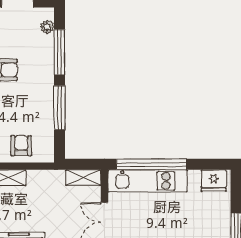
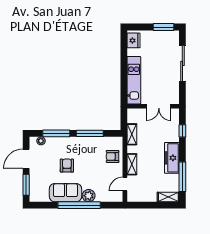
window: (151, 164) -> (124, 78), removed
shelving: (83, 178) -> (132, 134), moved

